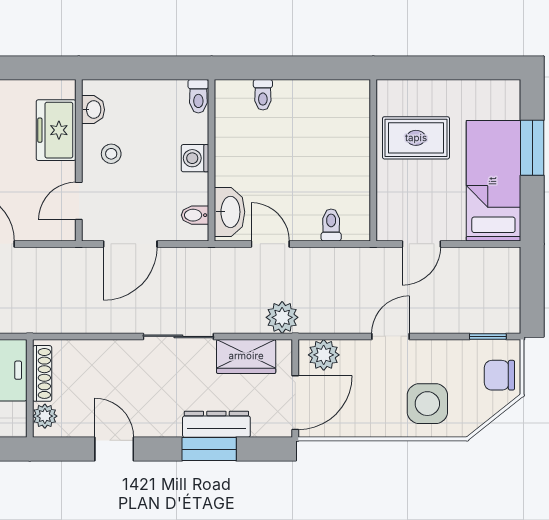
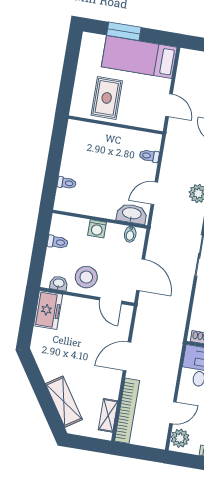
toilet: (198, 96) -> (58, 242), moved
freezer: (56, 130) -> (48, 310), moved, turned -90
stool: (111, 154) -> (86, 277), width x1.89, depth x1.89

